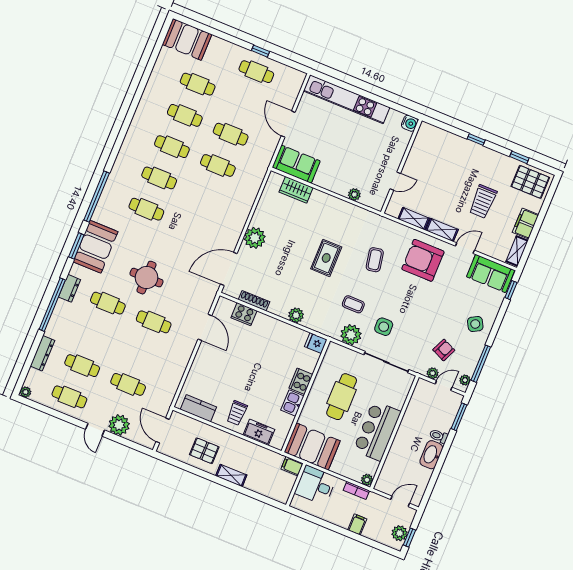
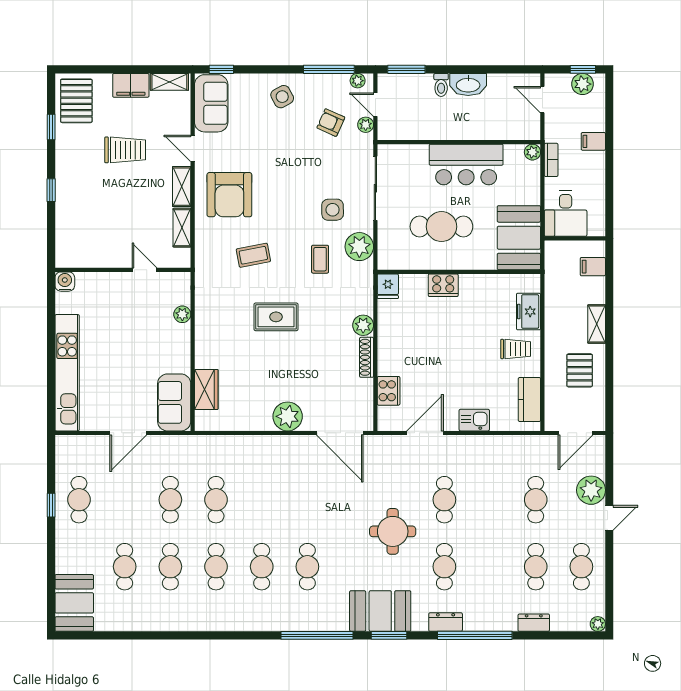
shoe rack: (254, 301) -> (367, 357), moved
dresser: (42, 353) -> (534, 623), width x0.70
kitchen sink: (292, 403) -> (474, 420), moved, turned 180
filing cabinet: (292, 466) -> (593, 267), moved, turned 90

